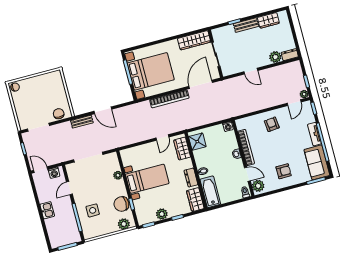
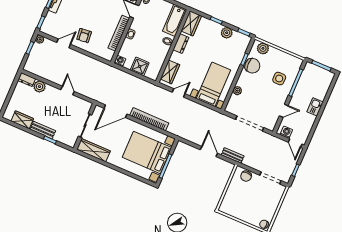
door: (294, 103) -> (64, 43), moved
shower: (197, 142) -> (140, 66), moved
bed with nightstands: (147, 179) -> (213, 84), moved, turned 90

